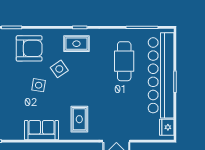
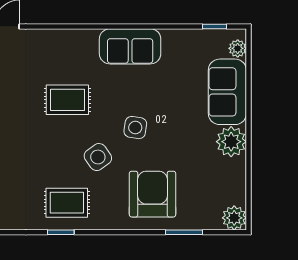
armchair: (29, 48) -> (152, 194), turned 90
rug: (79, 119) -> (67, 100), moved, turned 90

